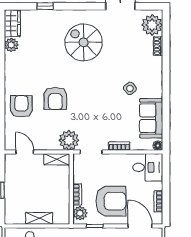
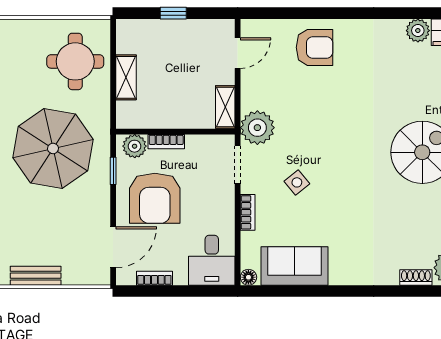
side table: (130, 88) -> (297, 182), moved
armchair: (55, 99) -> (328, 105), removed

